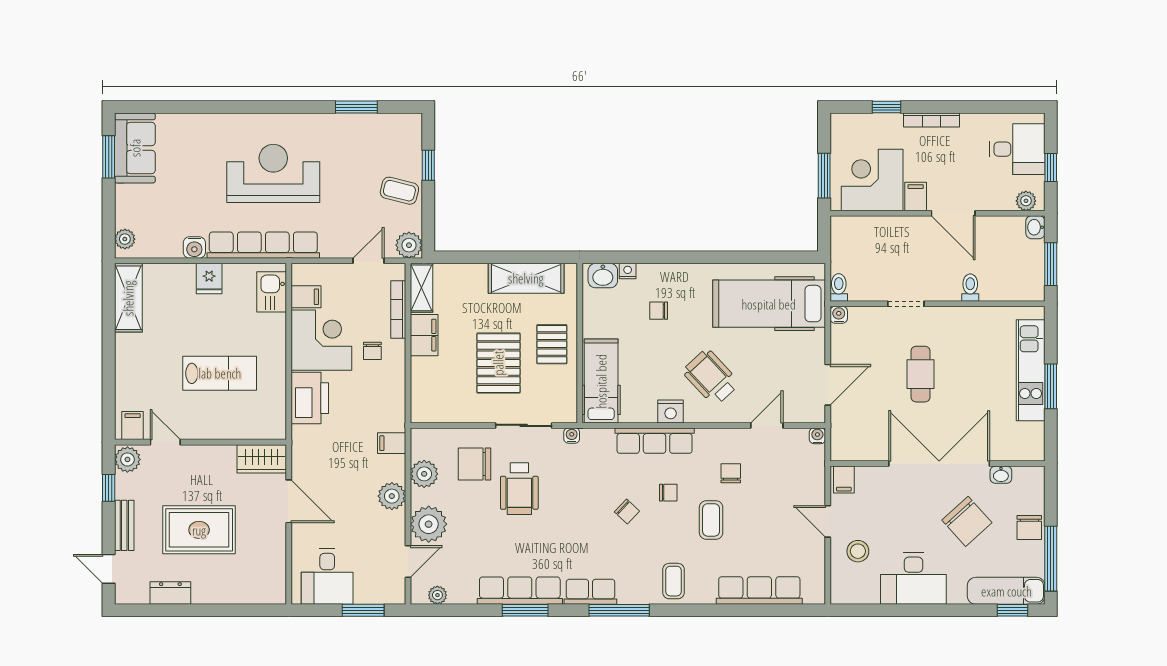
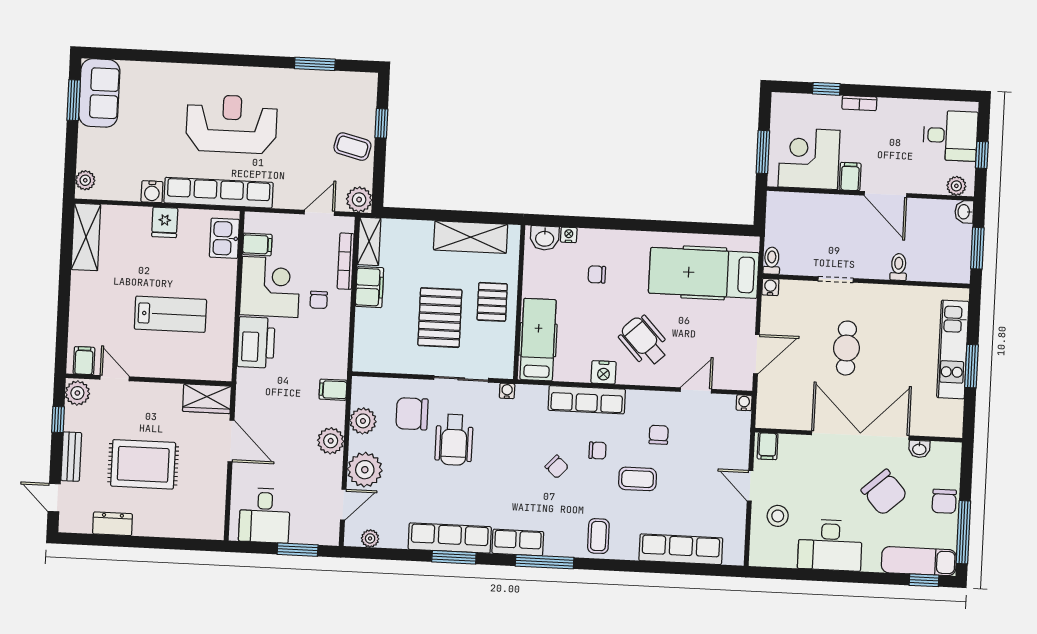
bookcase: (931, 120) -> (859, 103), width x0.64
coffee table: (711, 520) -> (638, 479), turned 90

